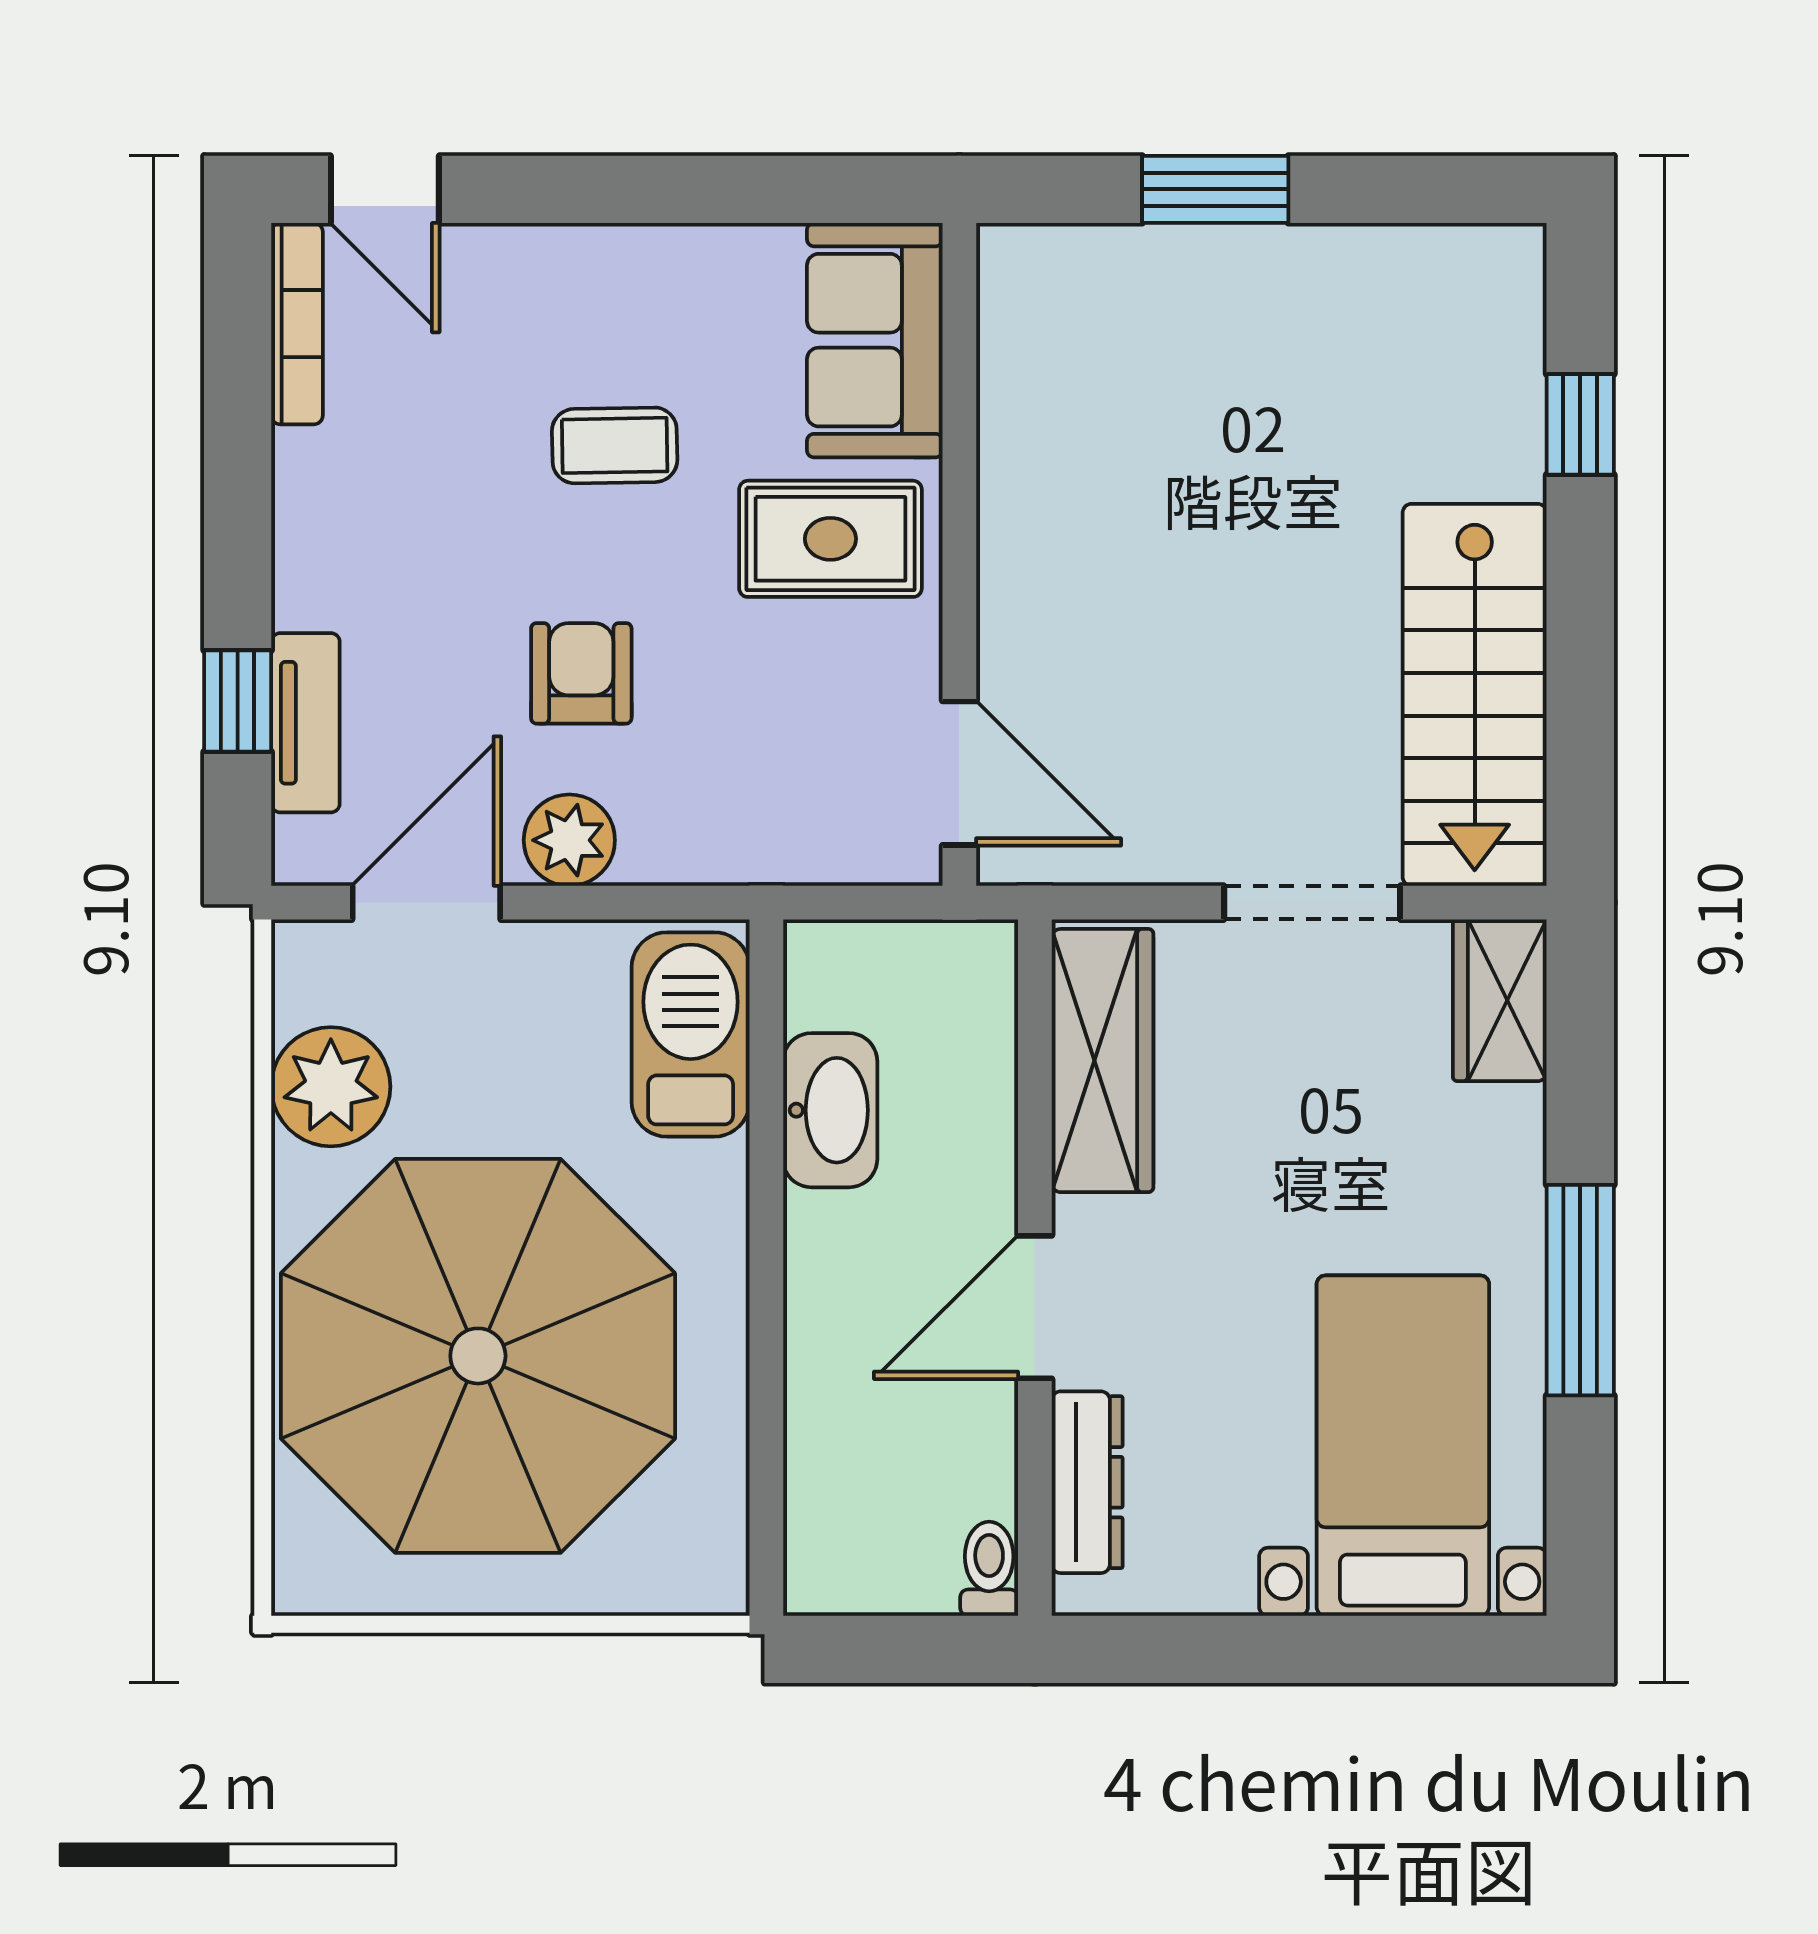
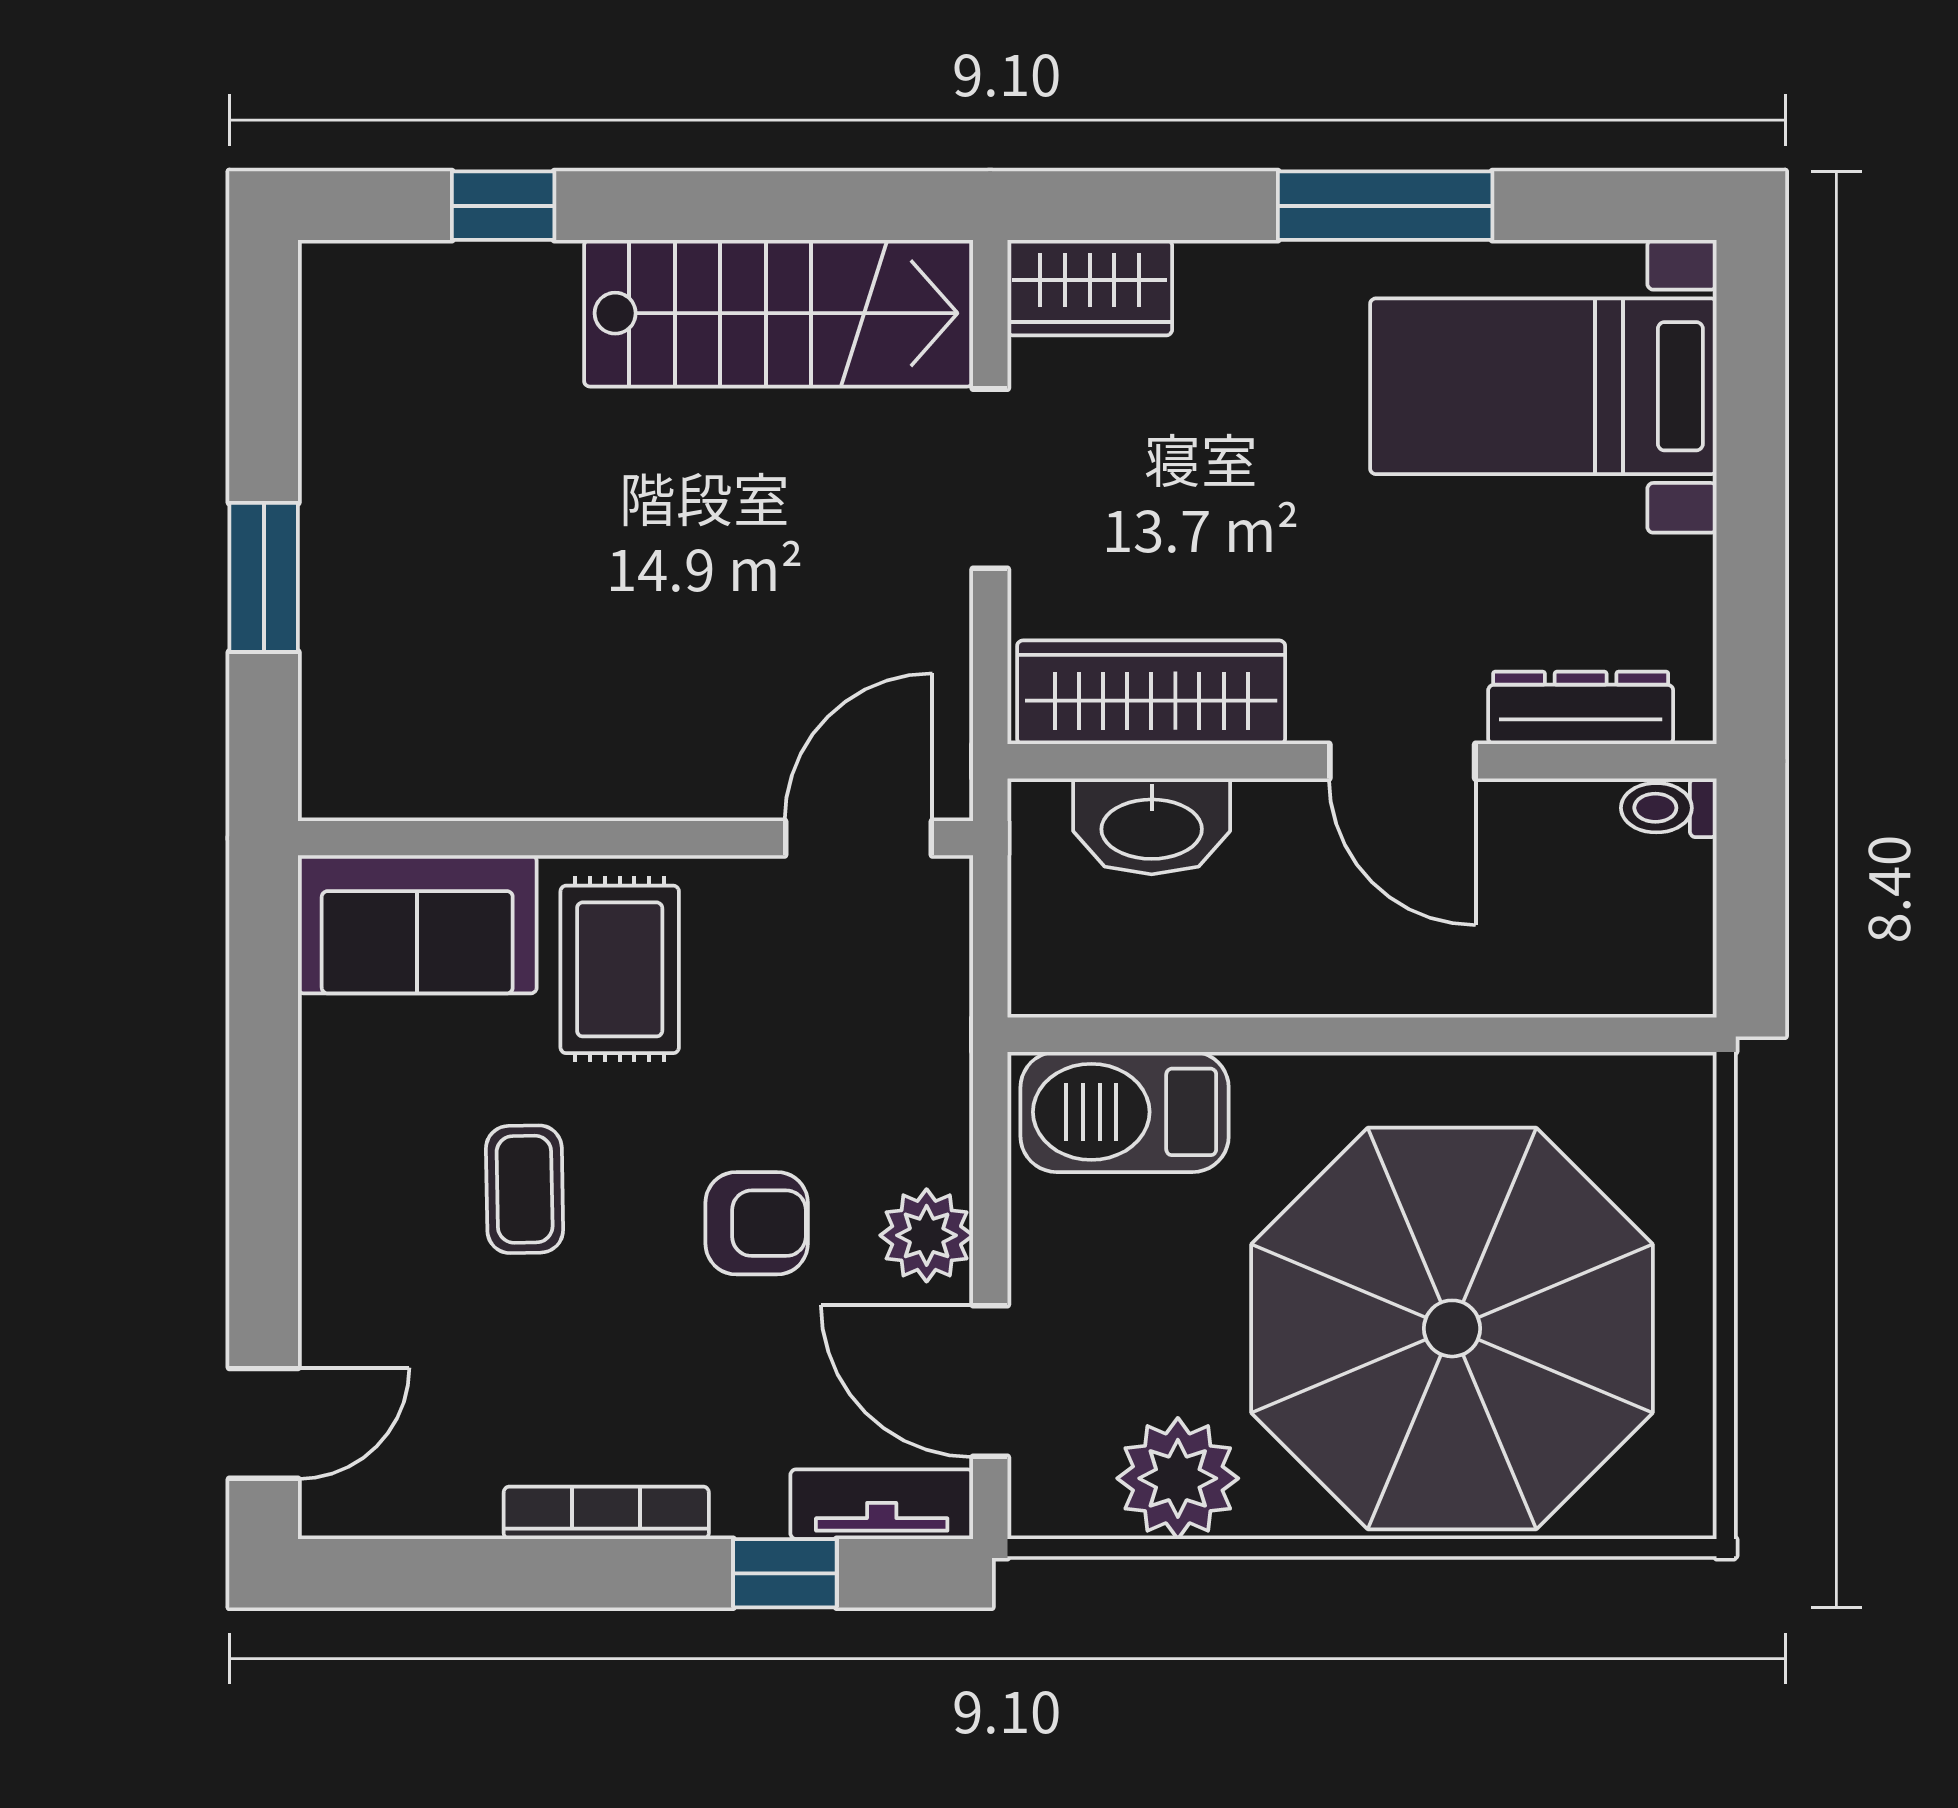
bookcase: (297, 324) -> (606, 1513), moved
armchair: (581, 673) -> (757, 1223), turned 180
tv unit: (305, 723) -> (882, 1504), moved
washbasin: (830, 1110) -> (1152, 826), moved, turned 180

